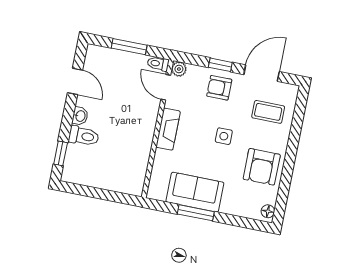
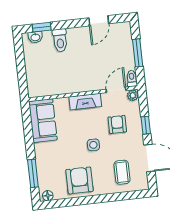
armchair: (219, 88) -> (117, 124), moved
washbasin: (80, 116) -> (35, 37), moved
armchair: (262, 167) -> (79, 180), turned 90
sofa: (195, 192) -> (43, 121), moved
window: (196, 213) -> (33, 173), moved

